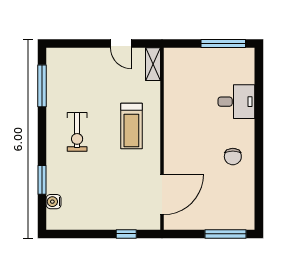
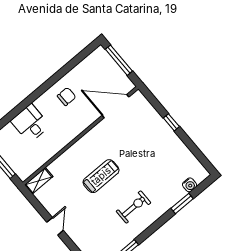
shelving: (153, 64) -> (39, 181), moved
wall: (162, 139) -> (81, 136), moved
door: (162, 195) -> (116, 106), moved

